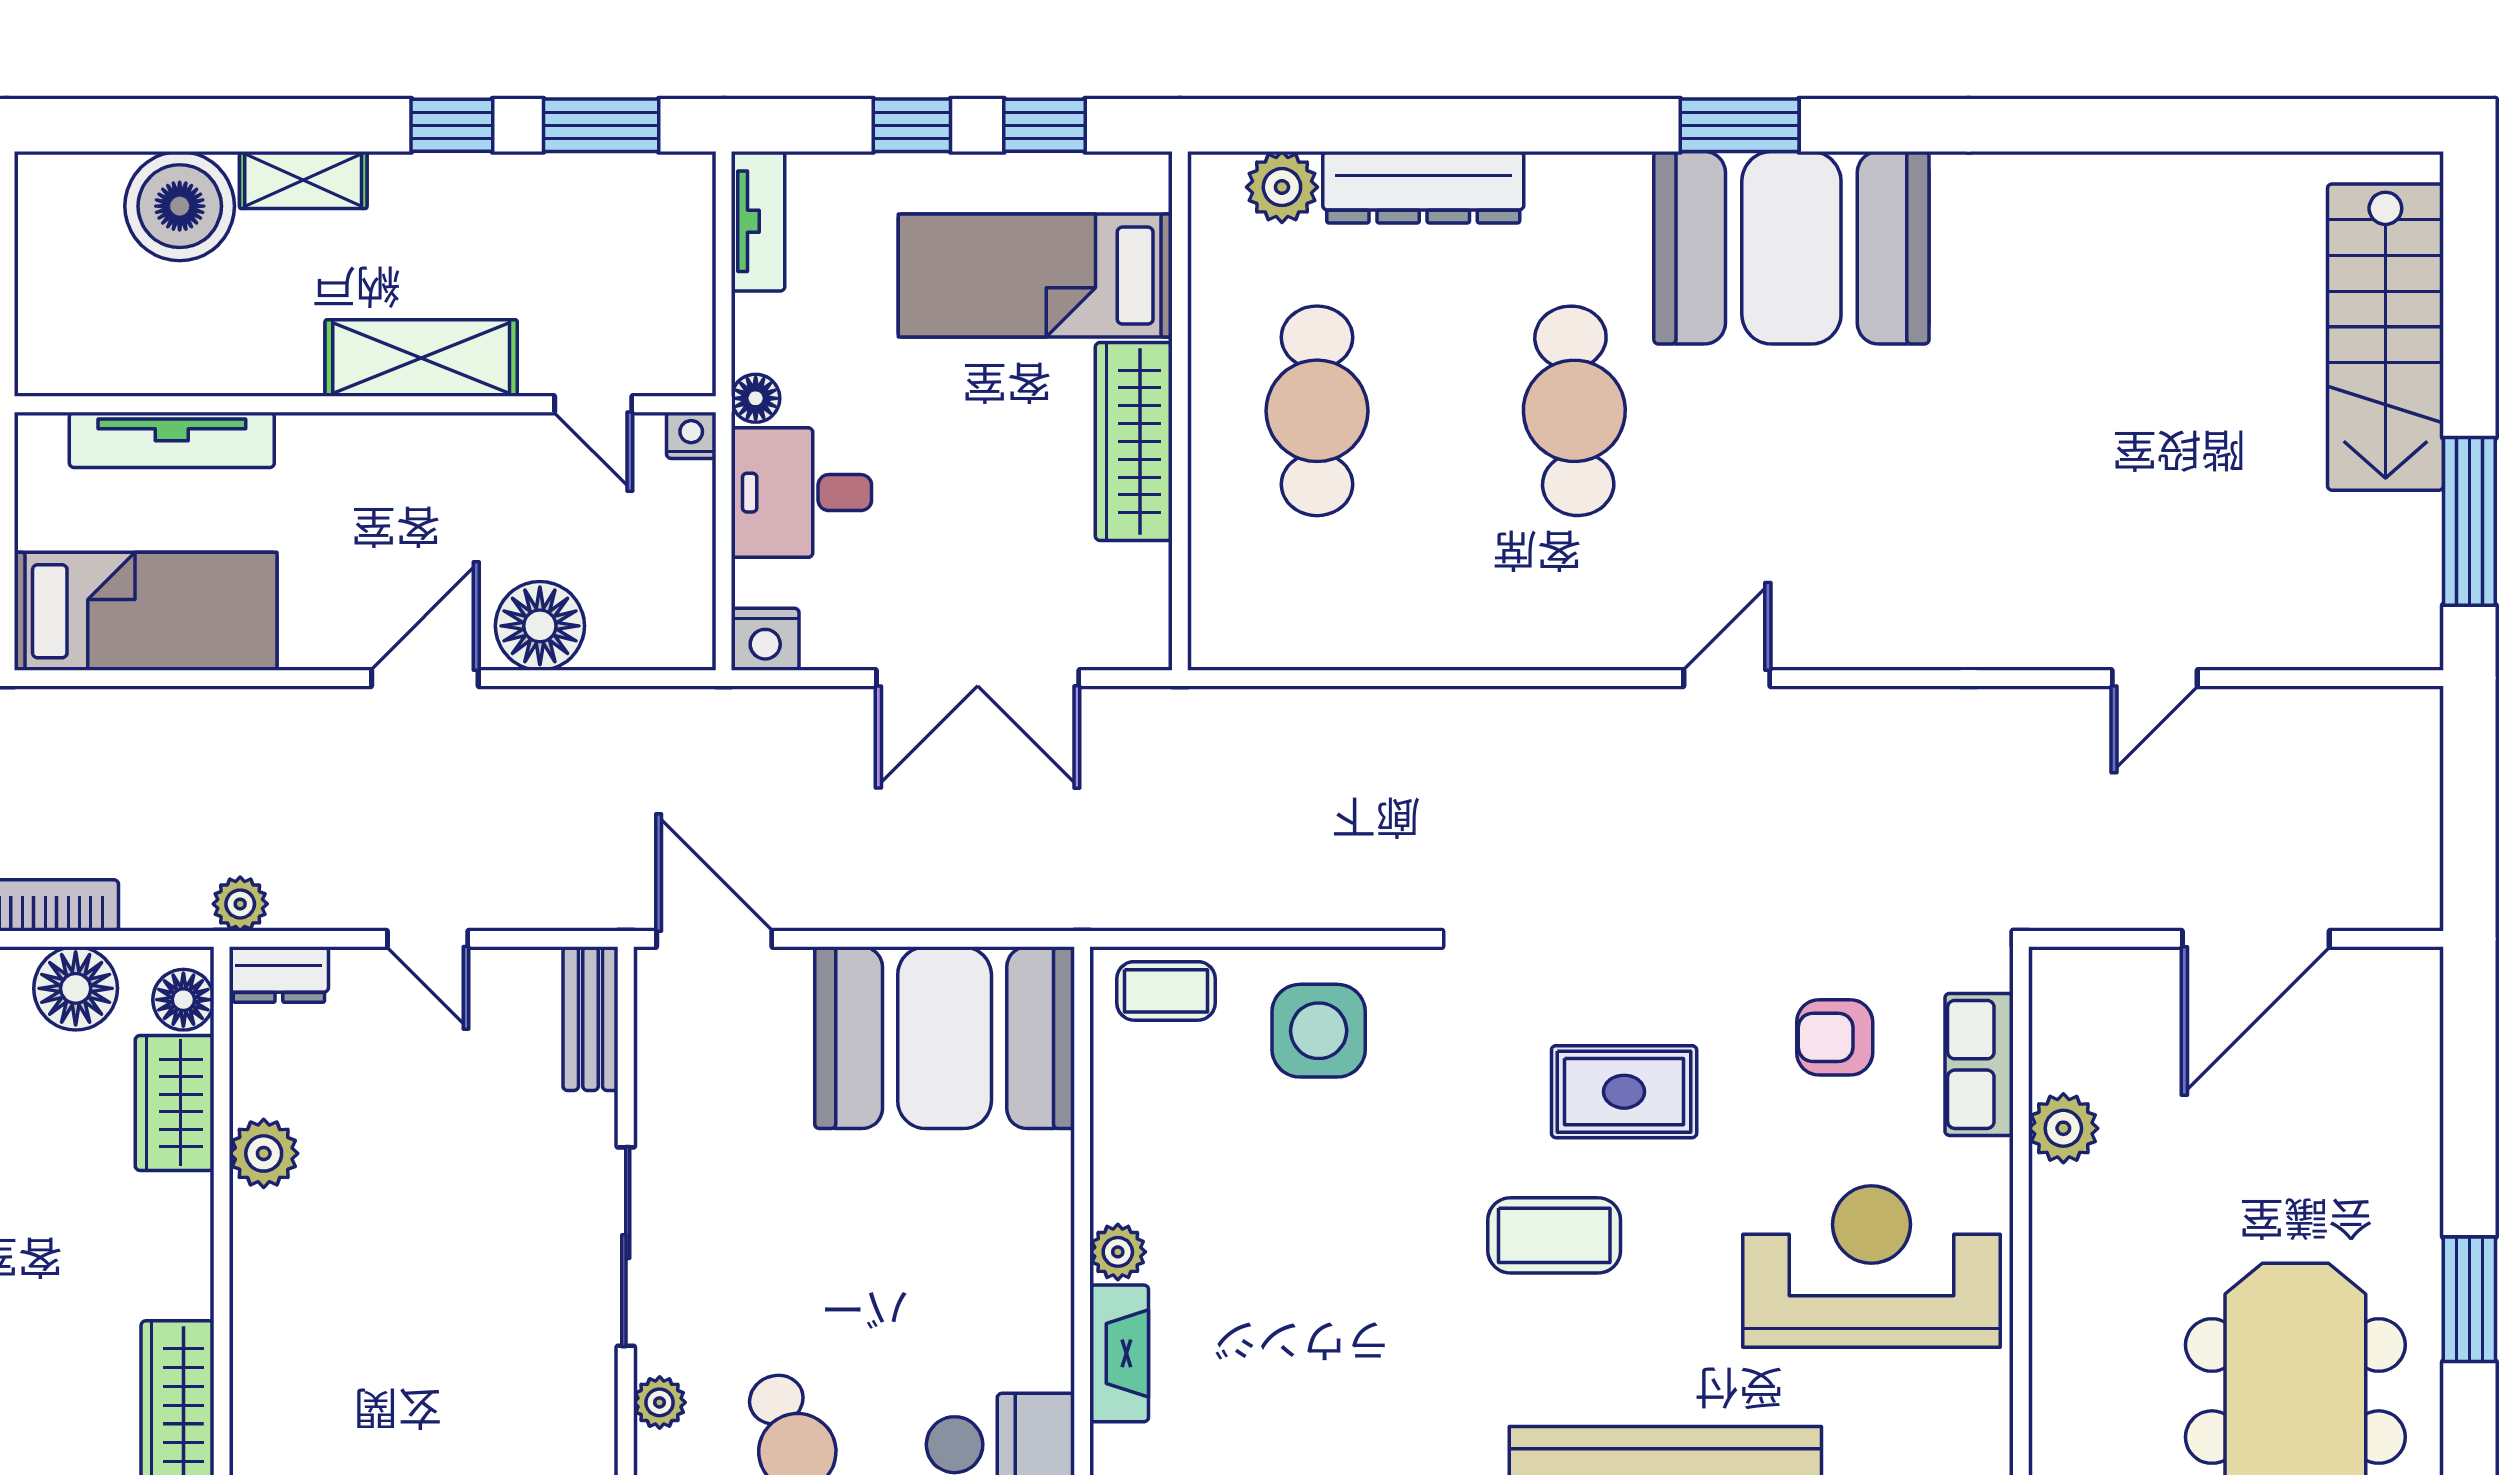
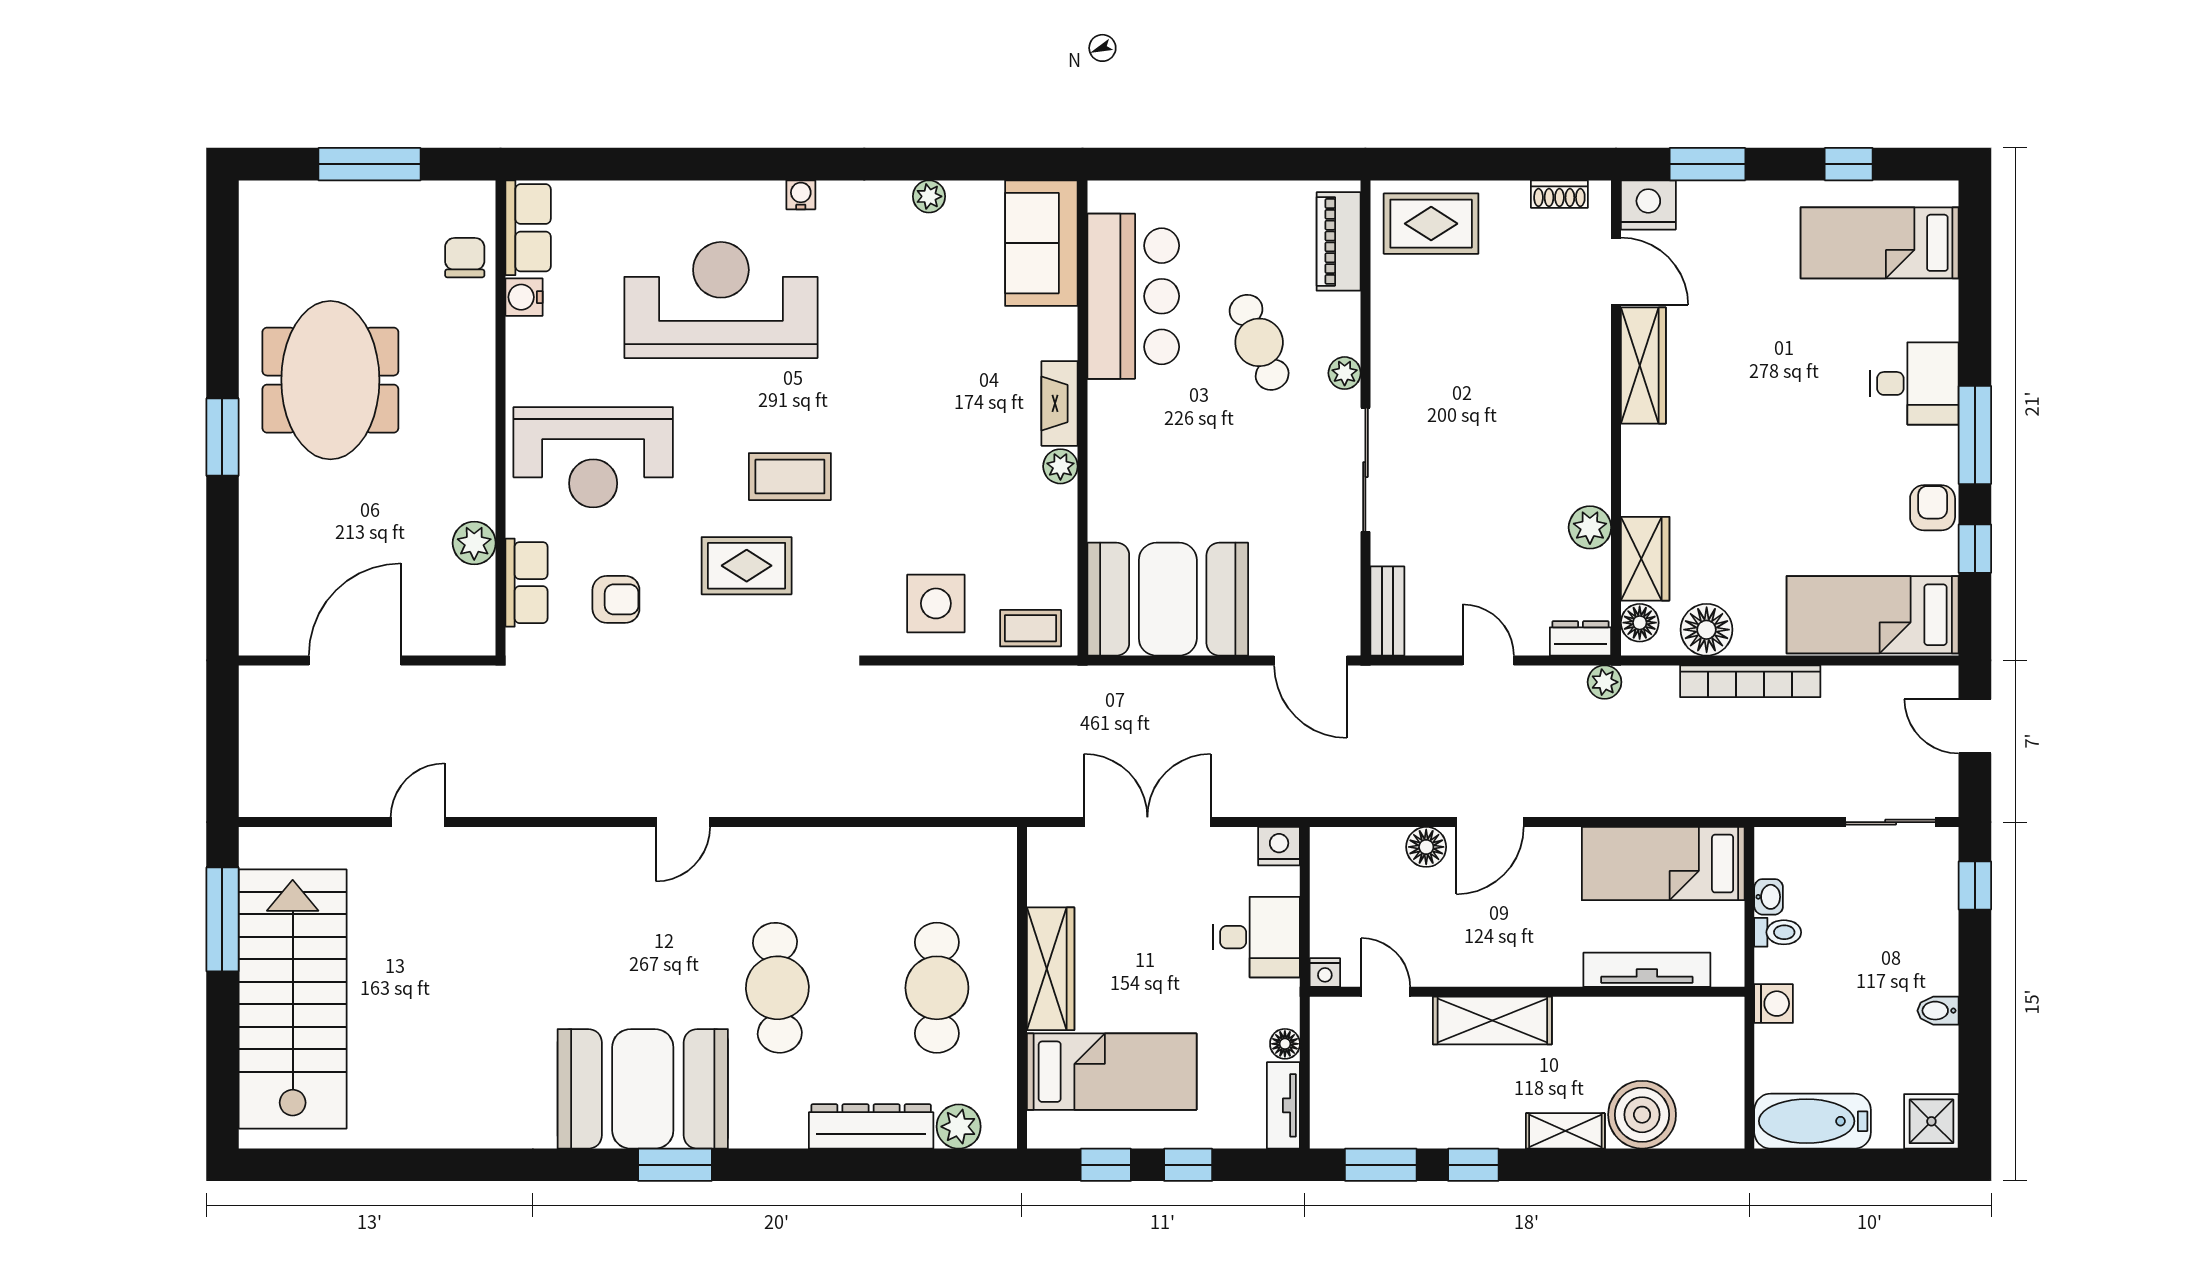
stairs: (2385, 337) -> (293, 999), width x1.36, depth x1.51
floor lamp: (756, 398) -> (1285, 1044), moved
floor lamp: (540, 626) -> (1426, 847), width x0.73, depth x0.73

